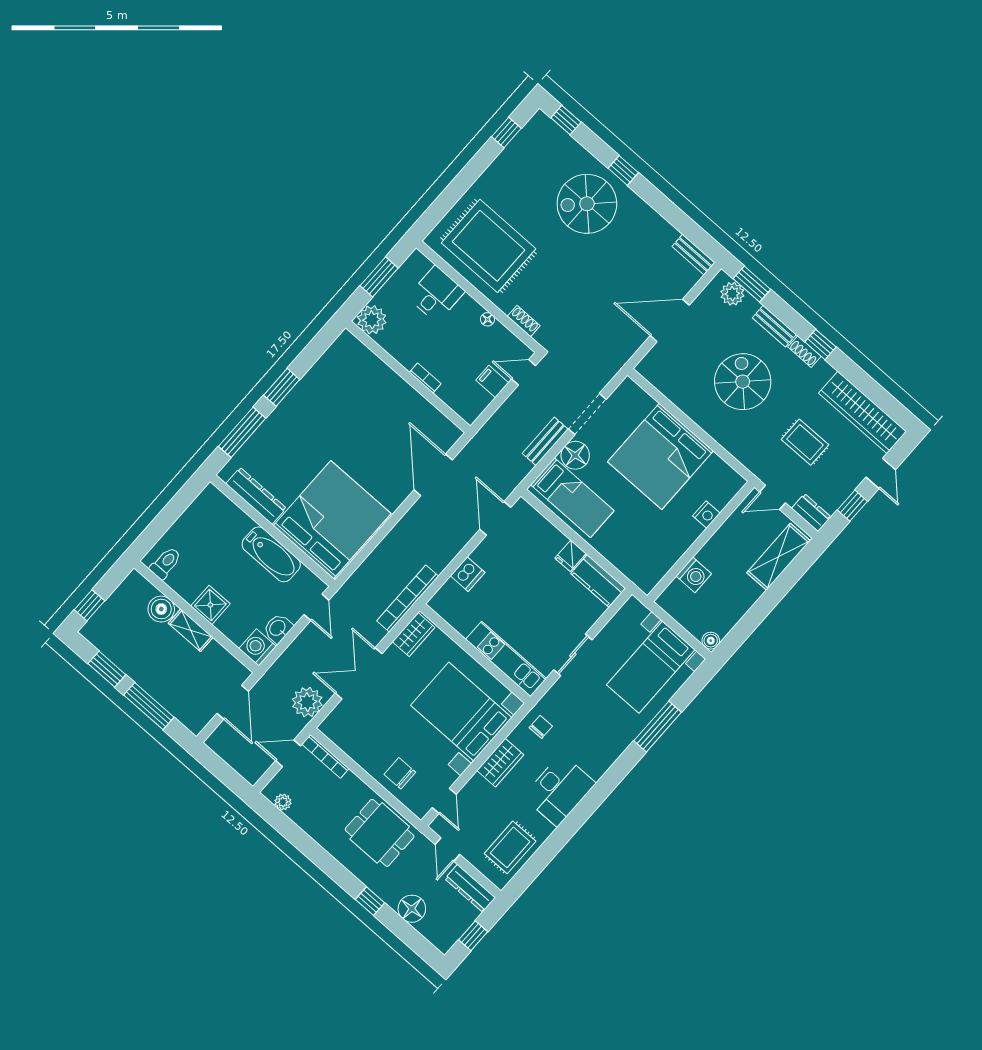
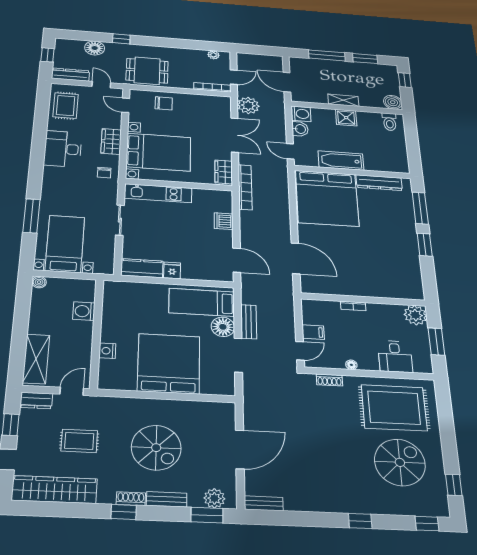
spiral stairs: (587, 204) -> (400, 462), moved
boiler: (161, 609) -> (393, 102), moved

